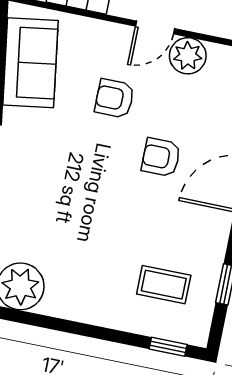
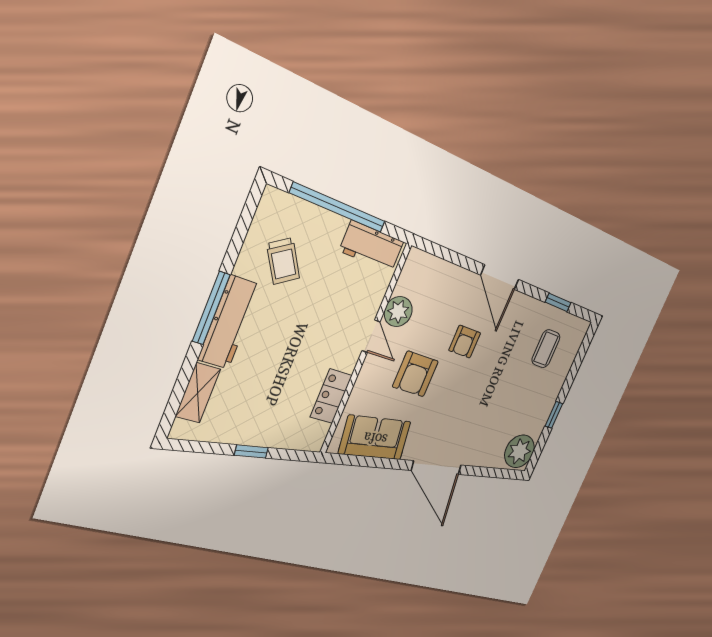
armchair: (114, 98) -> (415, 374), width x1.38, depth x1.38
window: (168, 347) -> (554, 415), moved

